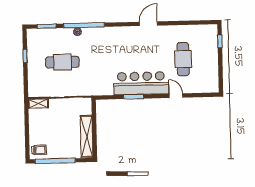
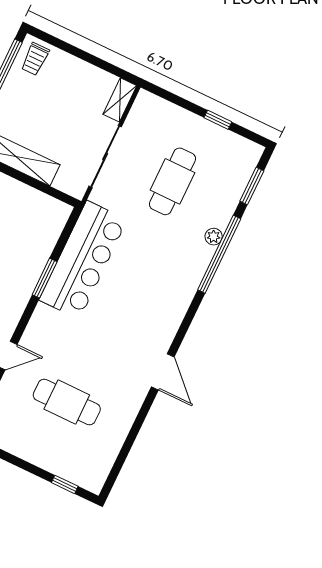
bar counter: (141, 83) -> (83, 260), moved

